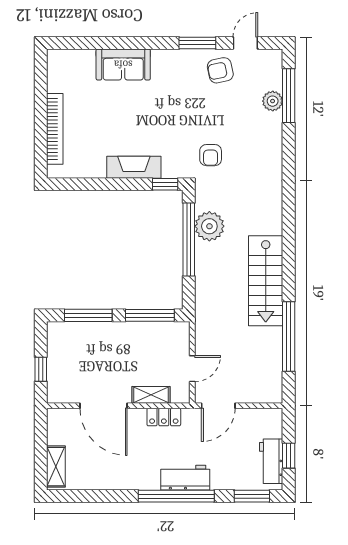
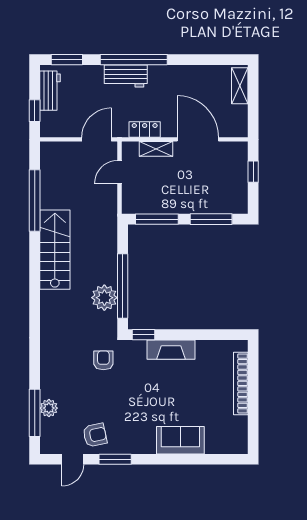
window: (289, 456) -> (35, 111), moved

